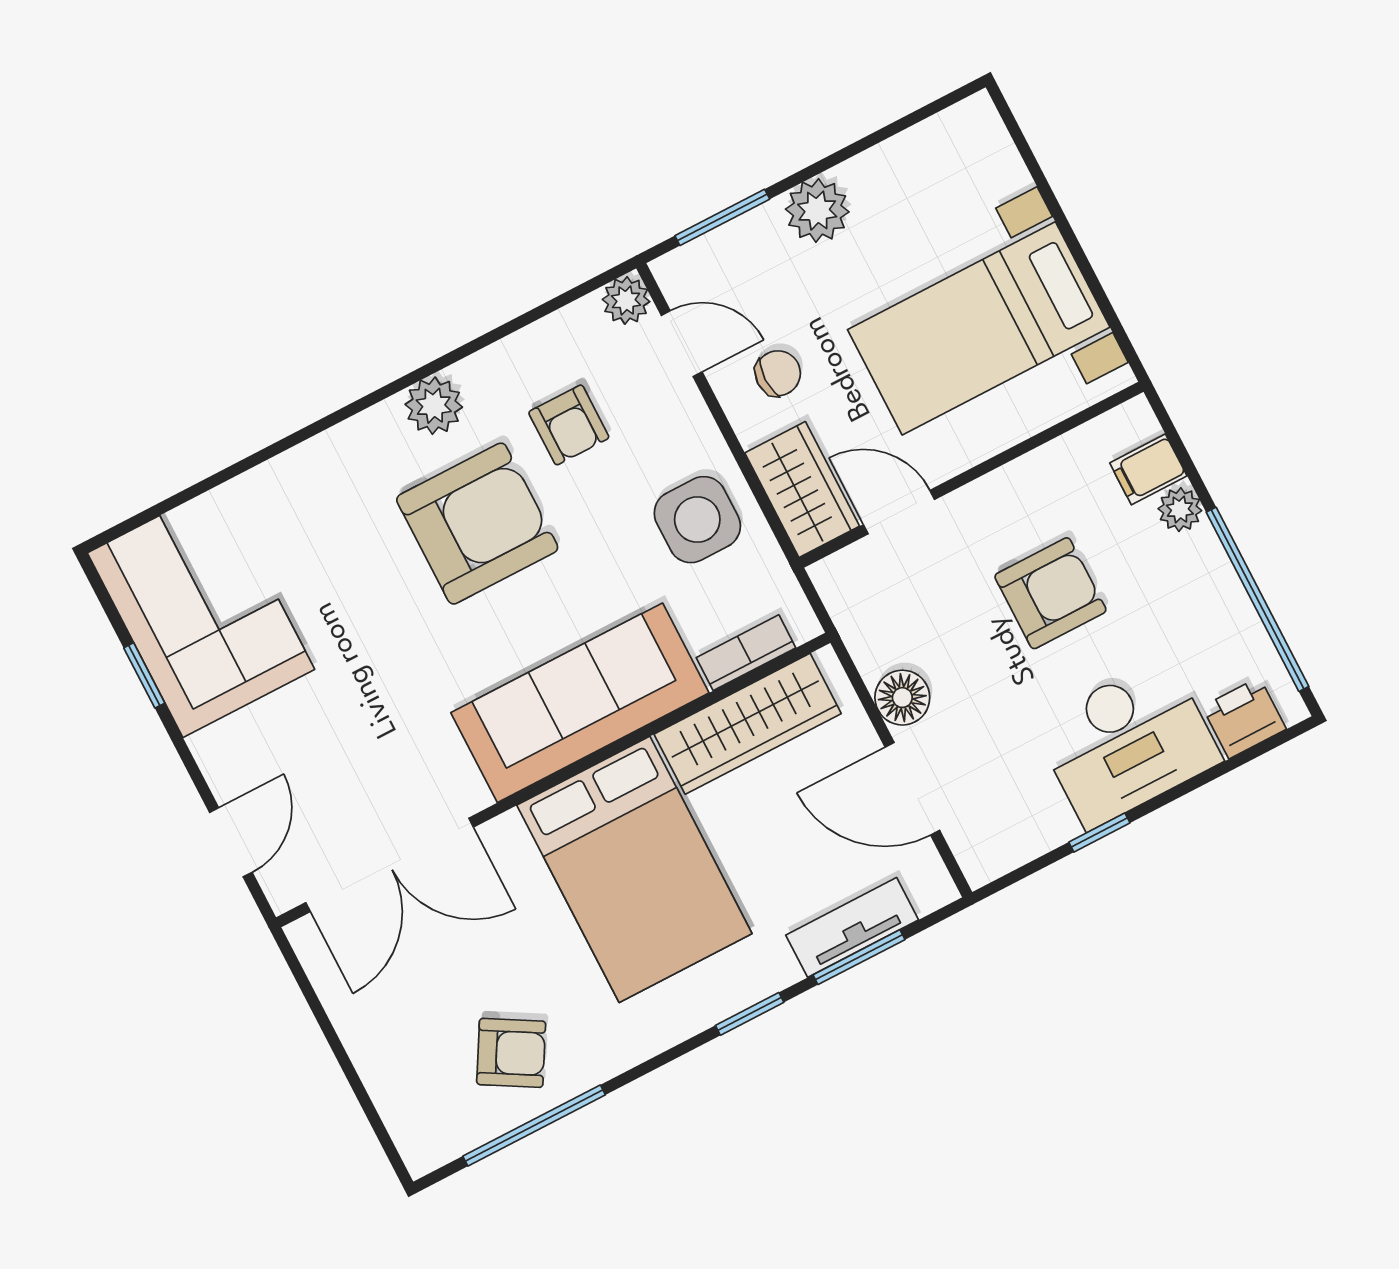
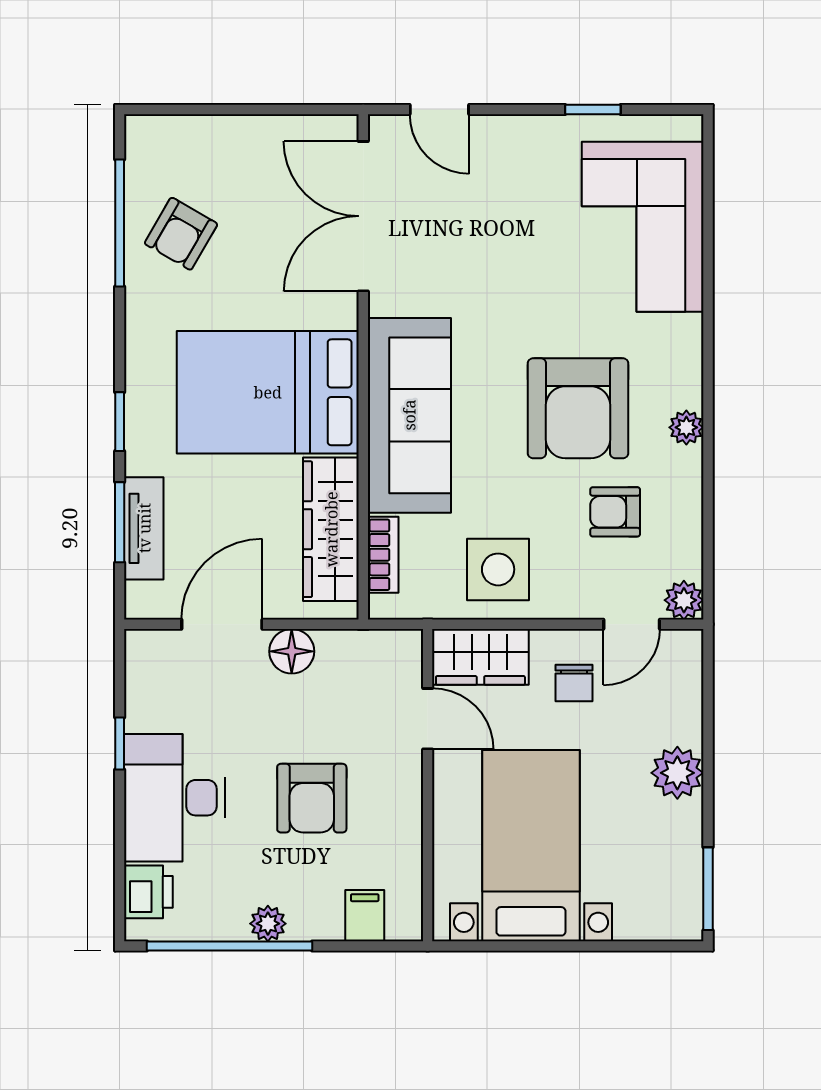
window: (722, 217) -> (708, 889), moved
plant: (434, 406) -> (686, 427), width x0.73, depth x0.73
plant: (1180, 510) -> (268, 924), moved
door: (899, 512) -> (428, 719), hinge flipped
corner sofa: (201, 611) -> (643, 227), moved, turned 90

